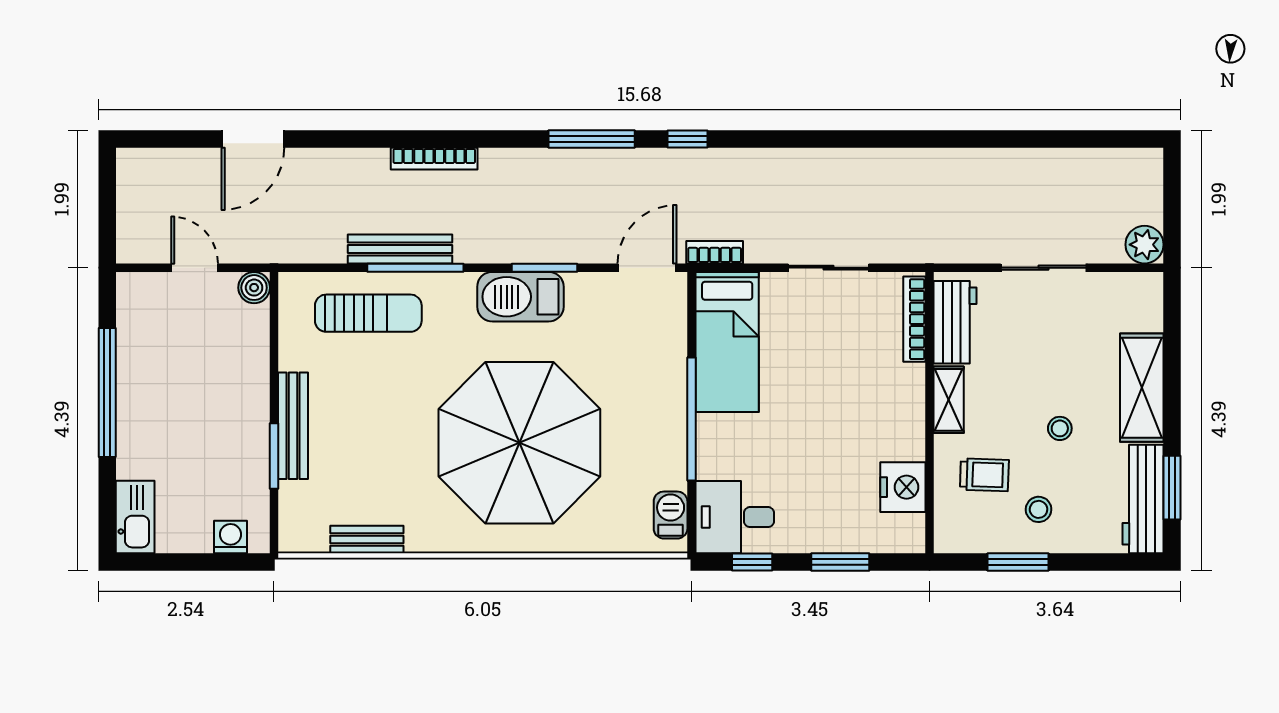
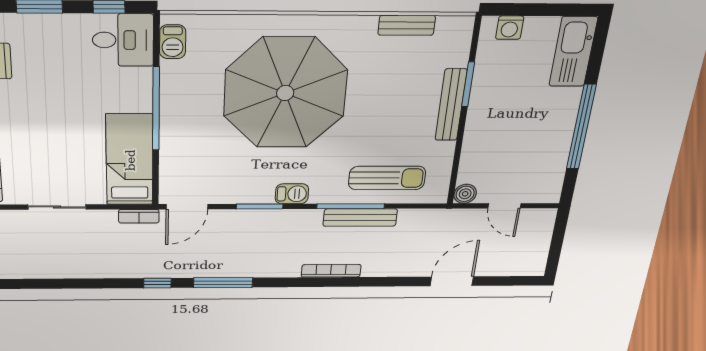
barbecue: (520, 297) -> (292, 194), width x0.53, depth x0.65
sun lounger: (368, 313) -> (387, 178), turned 180
kitchen sink: (135, 517) -> (573, 52), width x1.36, depth x1.24

